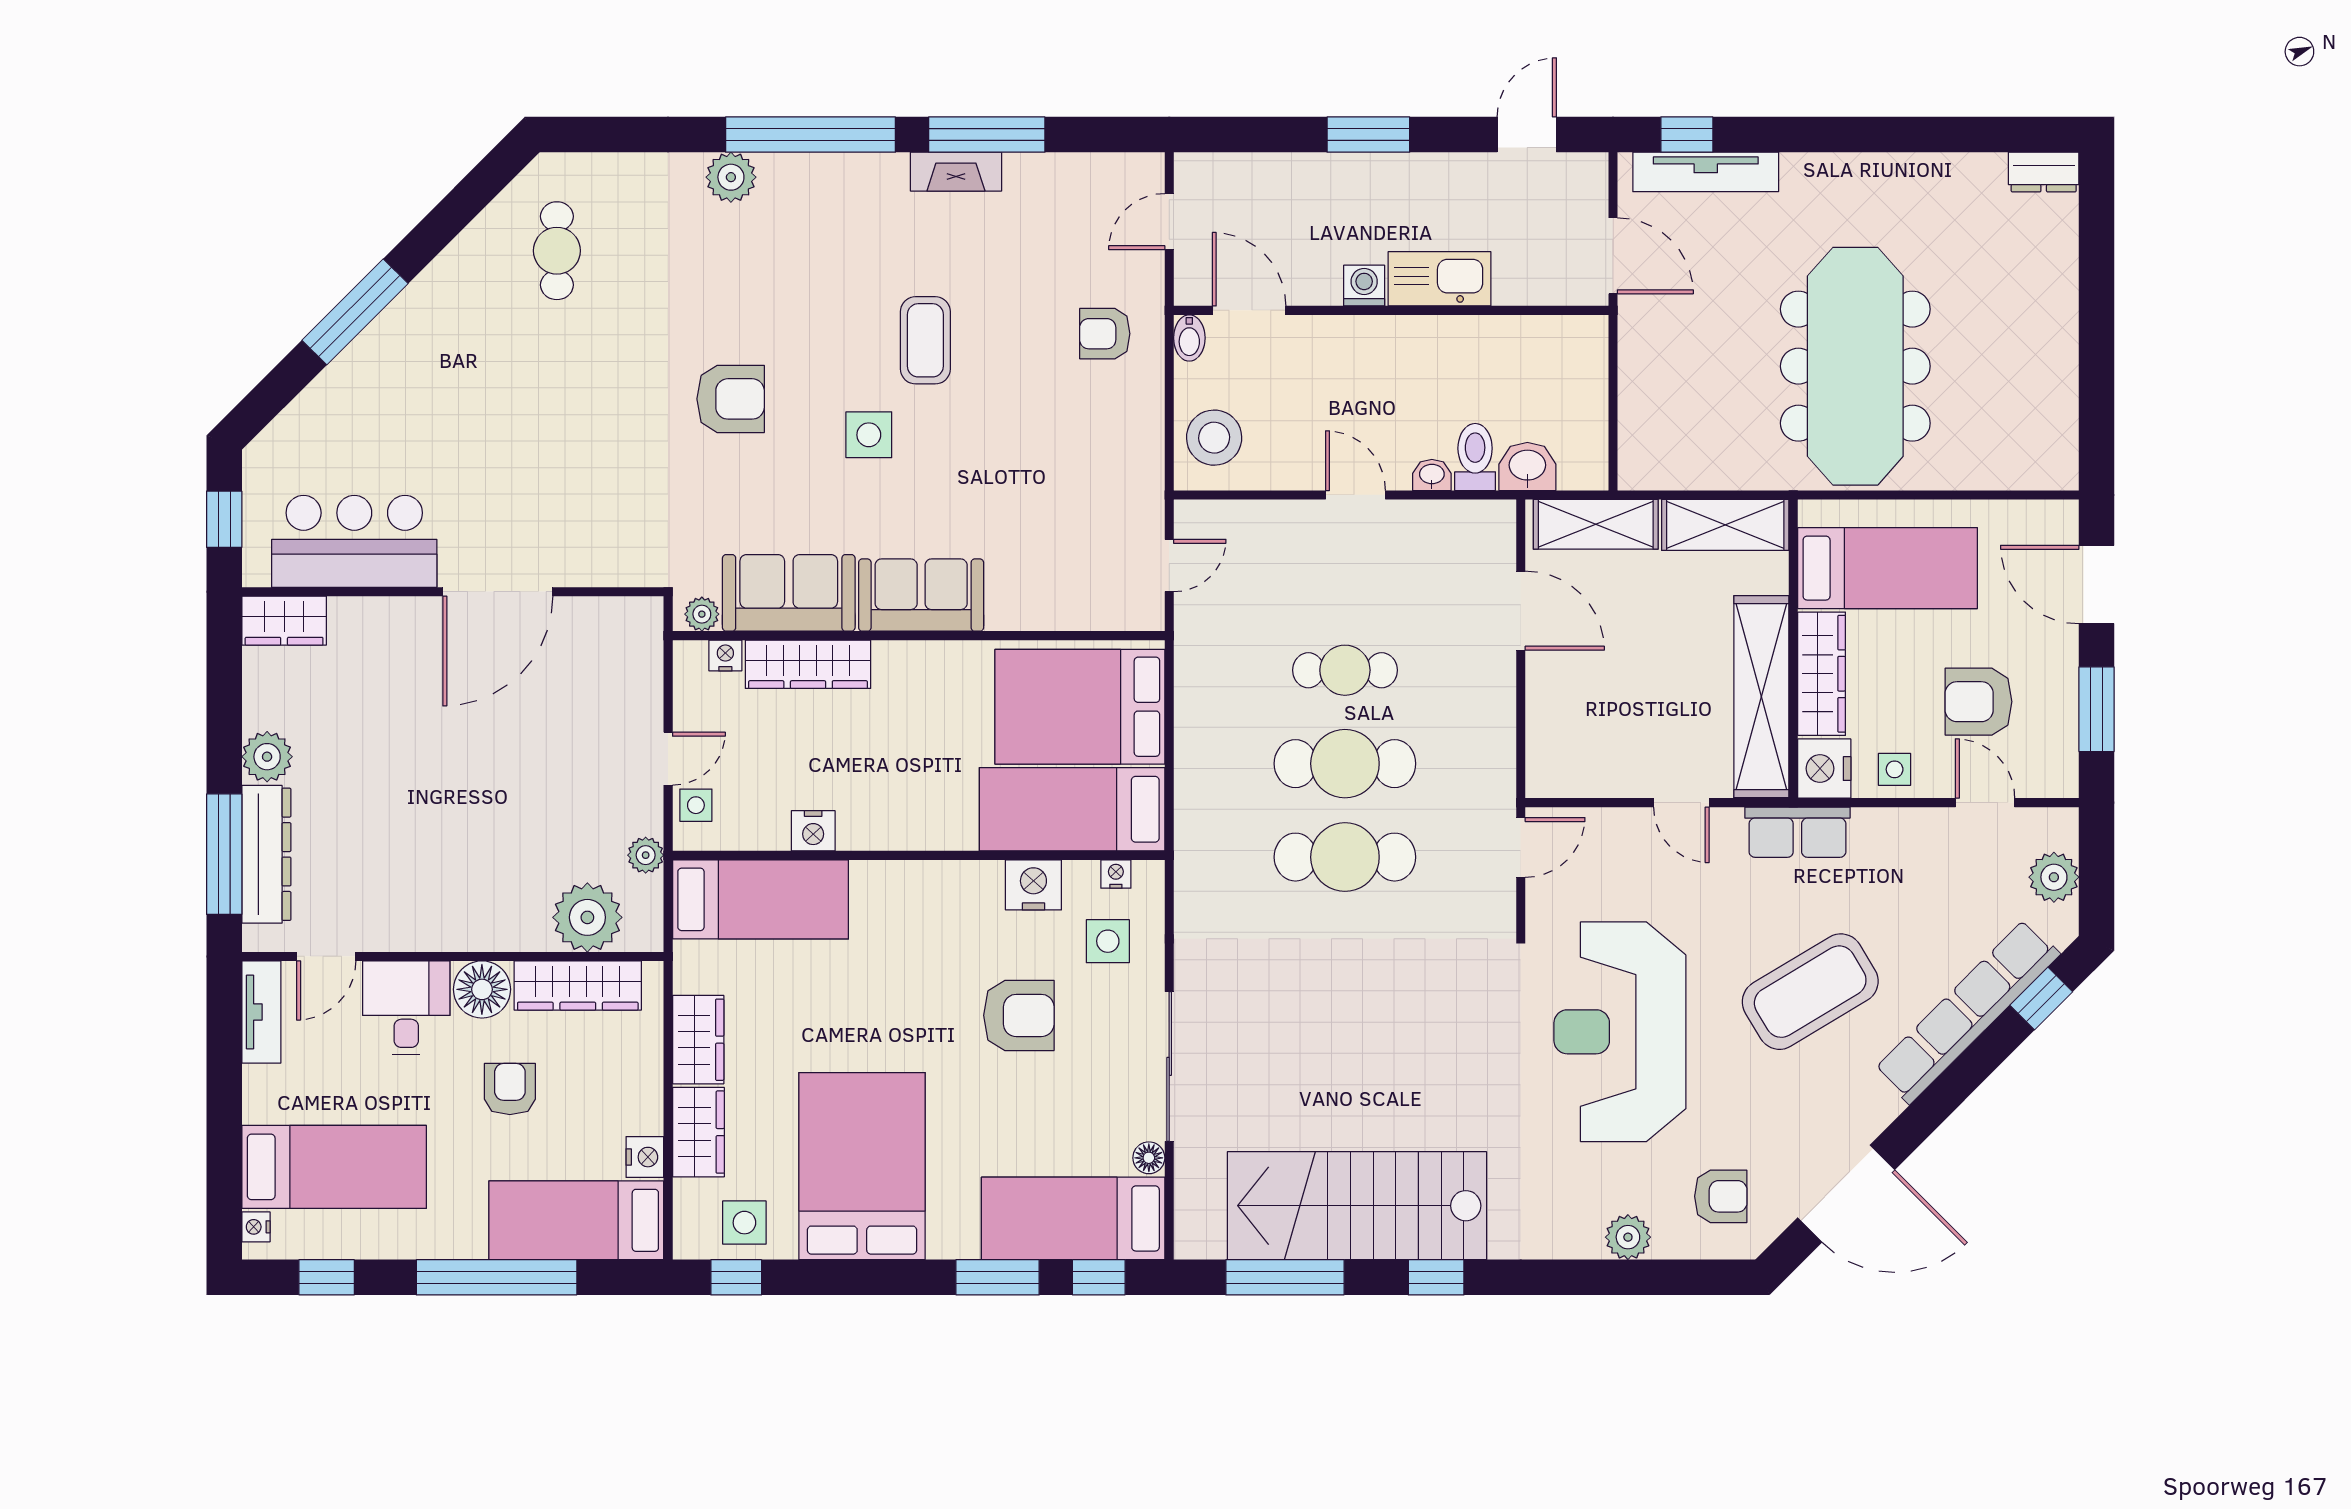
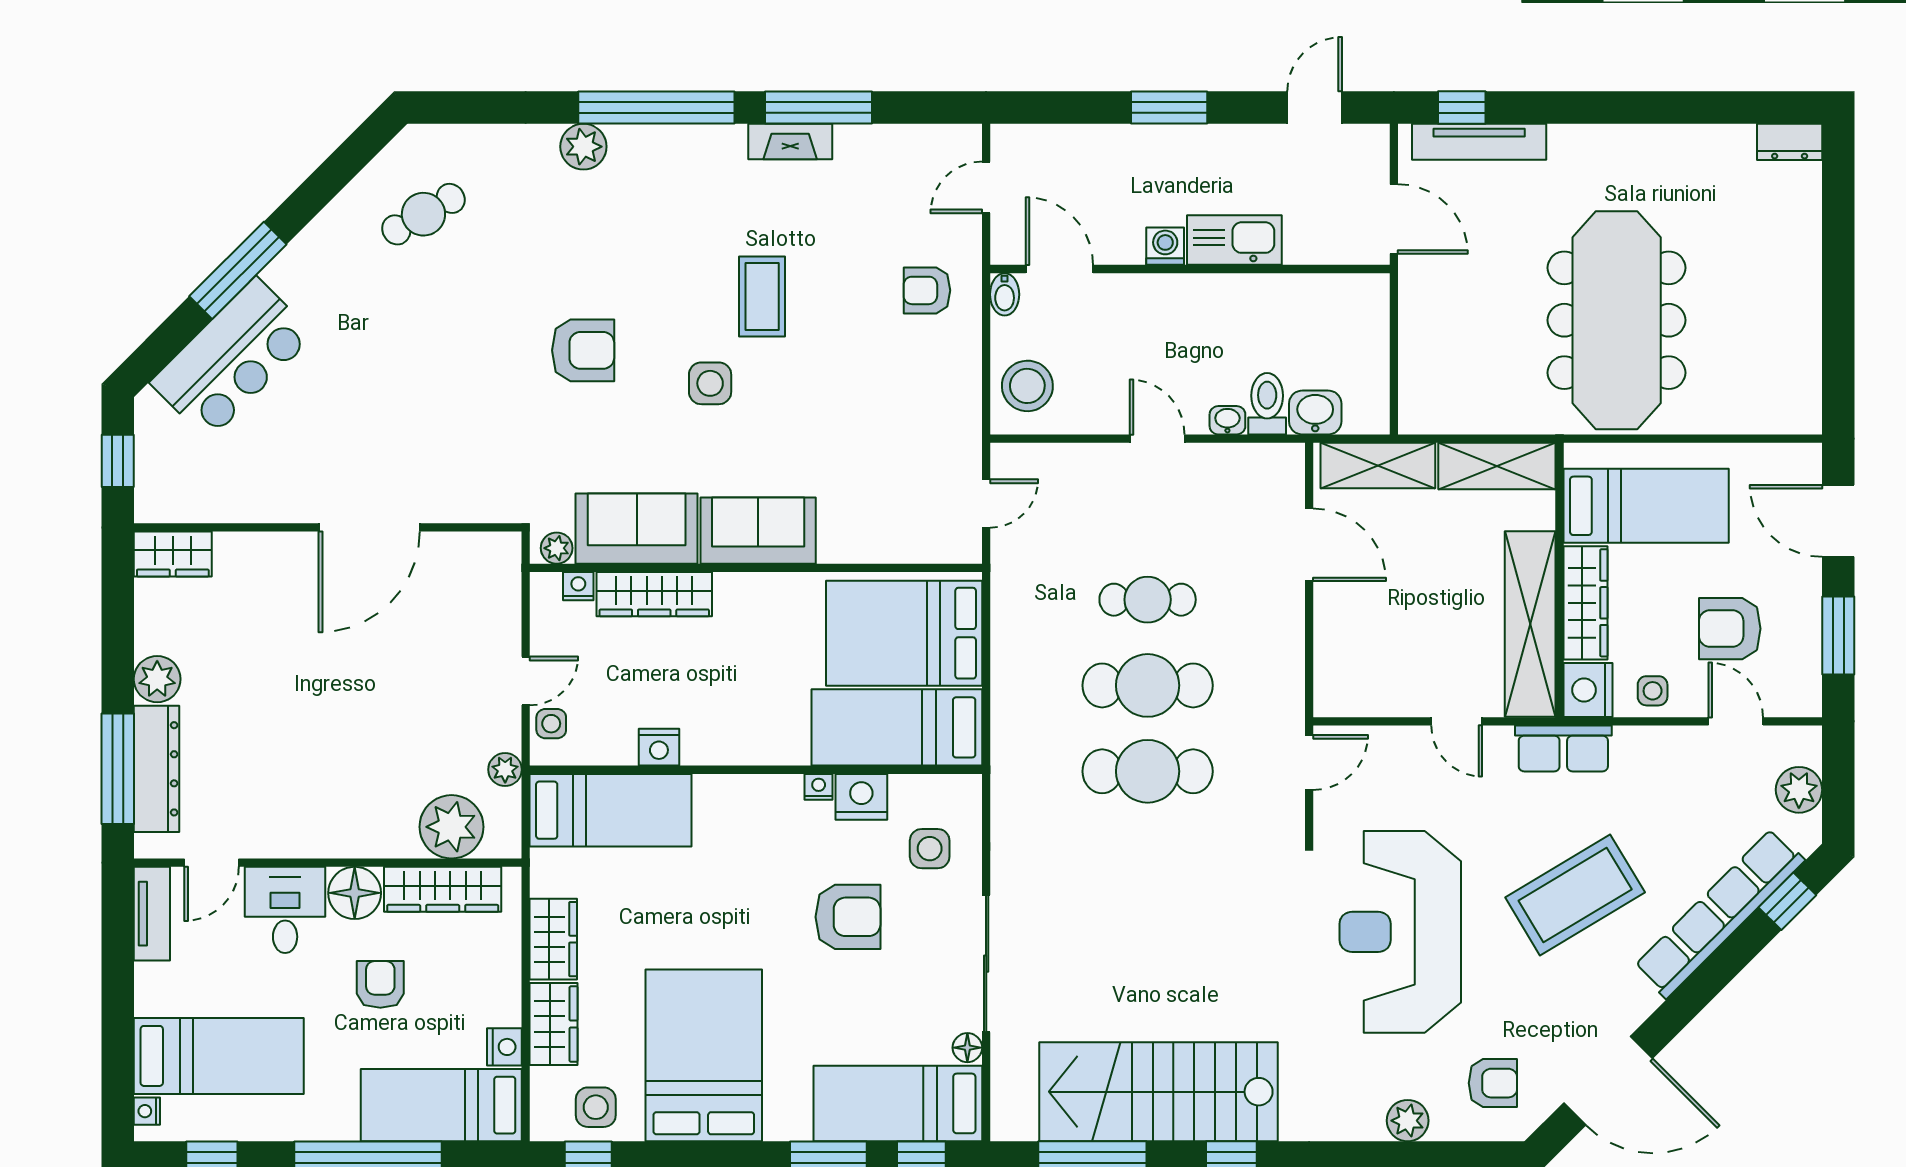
cafe table: (557, 251) -> (423, 214), turned 60
bar counter: (354, 541) -> (232, 359), moved, turned 135
nightstand: (1116, 874) -> (819, 787), moved

